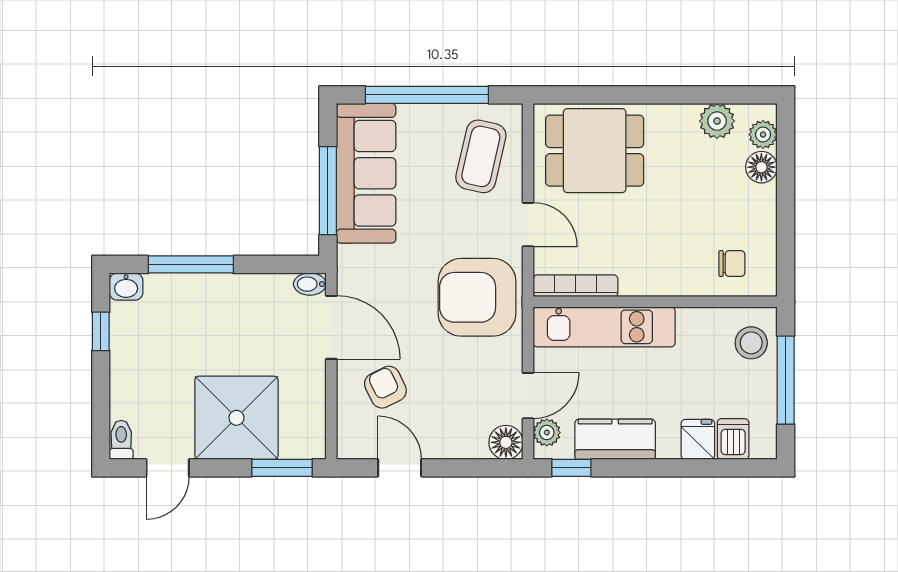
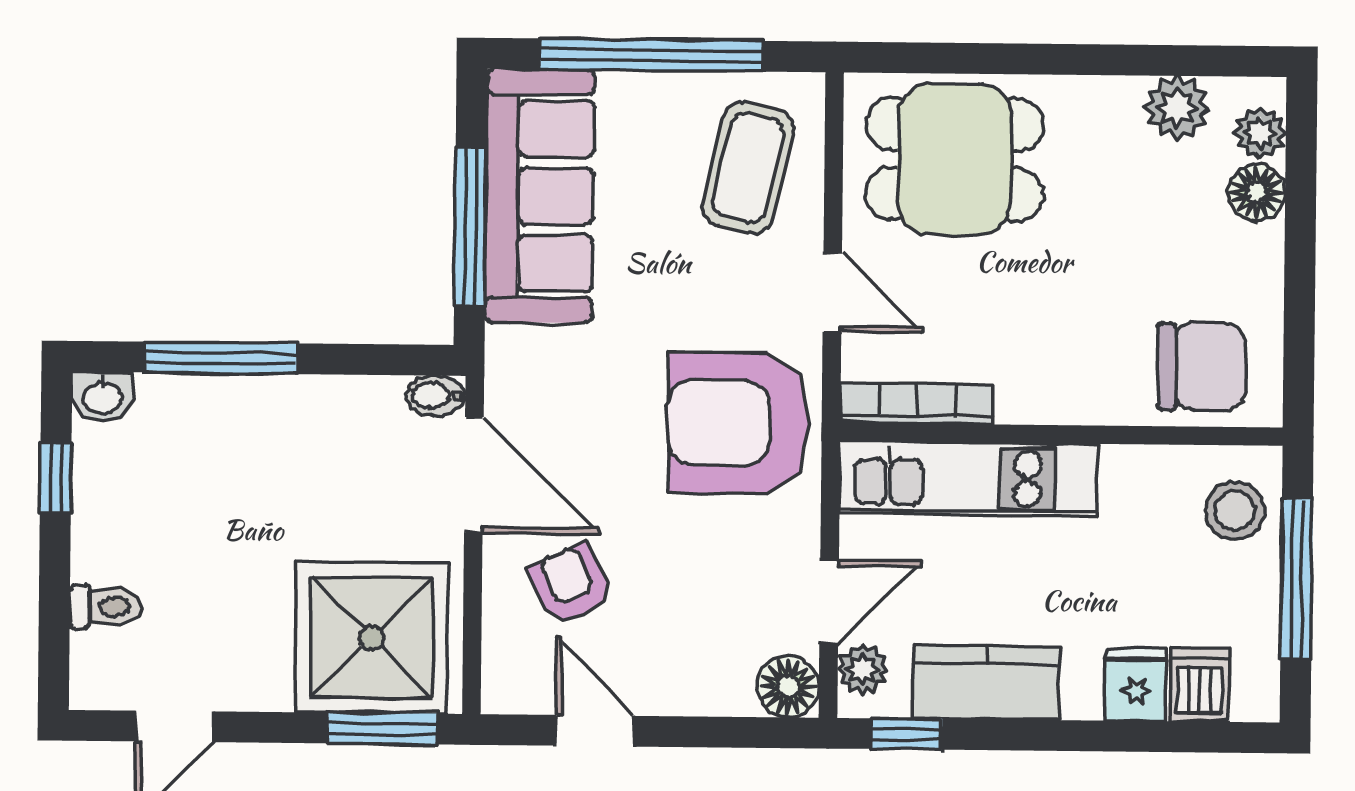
chair: (732, 264) -> (1201, 367), width x1.87, depth x1.87
shower: (236, 418) -> (372, 638), moved
toilet: (121, 440) -> (105, 607), moved, turned 90

